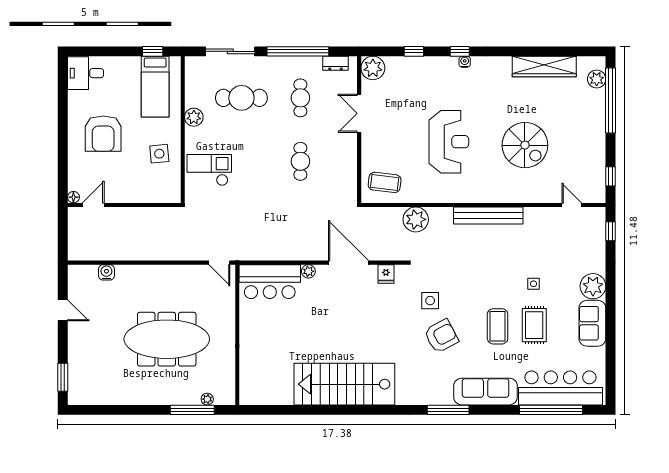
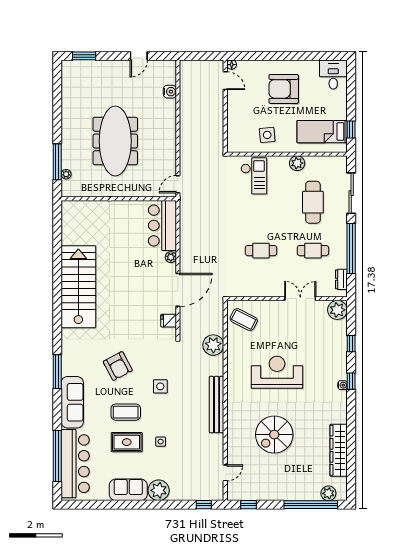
reception desk: (449, 142) -> (277, 372), turned 180
coffee table: (385, 182) -> (244, 320), turned -70
side table: (430, 301) -> (160, 386), moved

